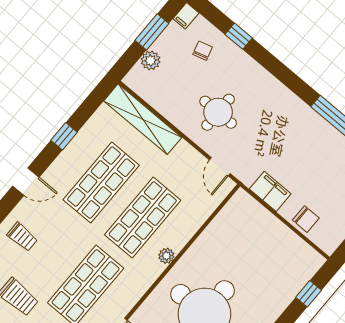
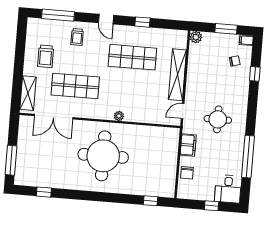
plant: (151, 60) -> (196, 37), moved
round table: (218, 112) -> (218, 119), moved
shelving: (143, 119) -> (177, 75), moved
shop shelf: (143, 218) -> (130, 90), removed

